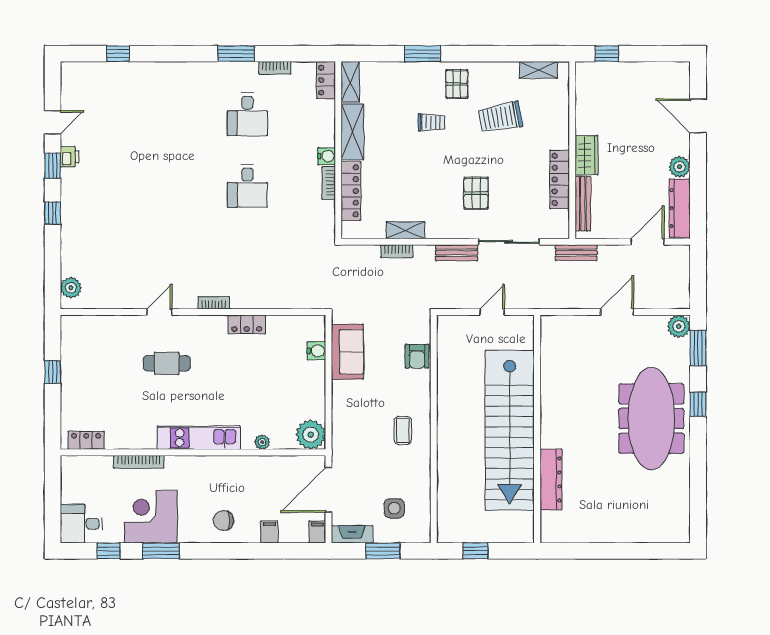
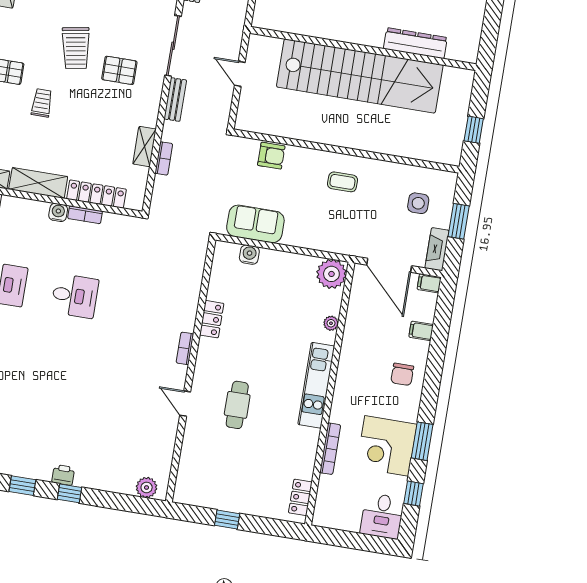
trolley: (500, 117) -> (76, 48), moved
printer: (70, 157) -> (63, 475), moved

